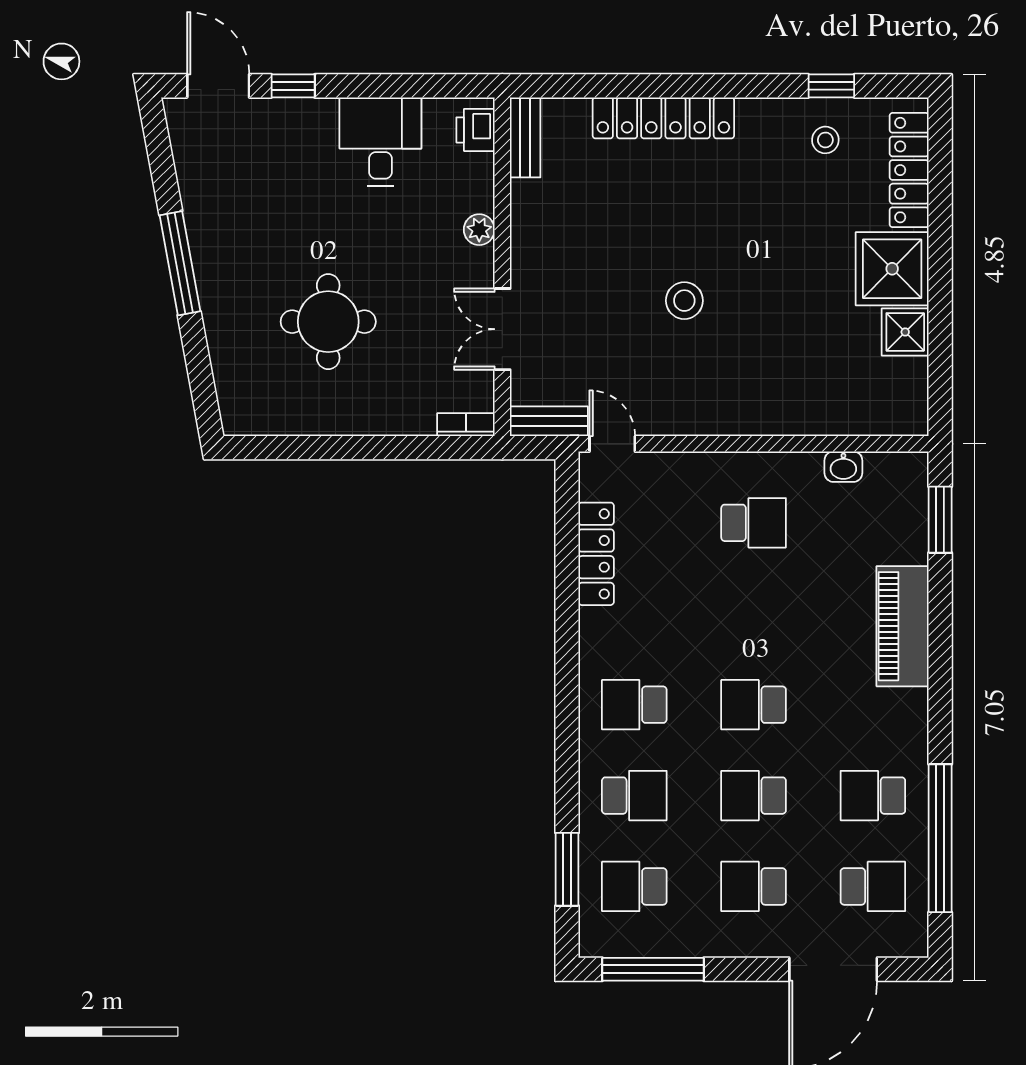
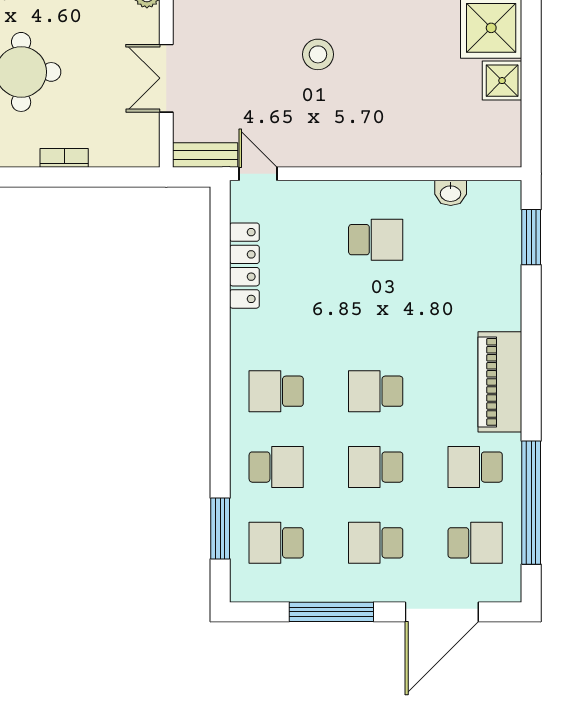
bookcase: (466, 425) -> (64, 158), moved
piano: (903, 626) -> (500, 382), moved
window: (653, 969) -> (331, 612), moved

